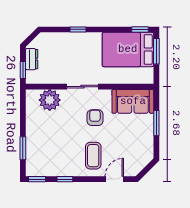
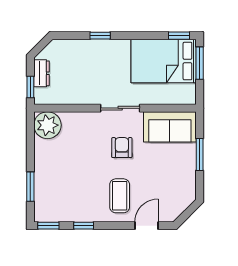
sliding door: (82, 87) -> (120, 108), moved
plant: (50, 100) -> (47, 125), moved

